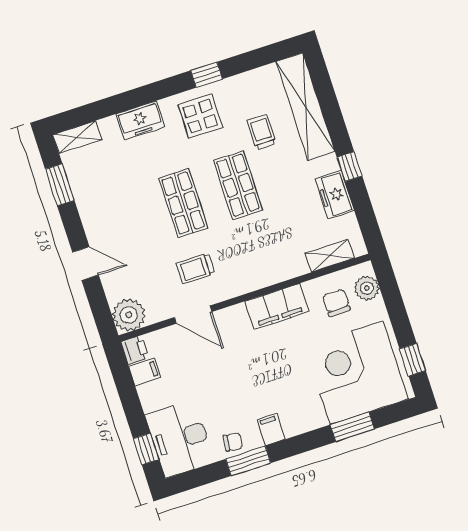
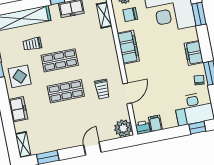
filing cabinet: (271, 429) -> (194, 53), width x2.00

